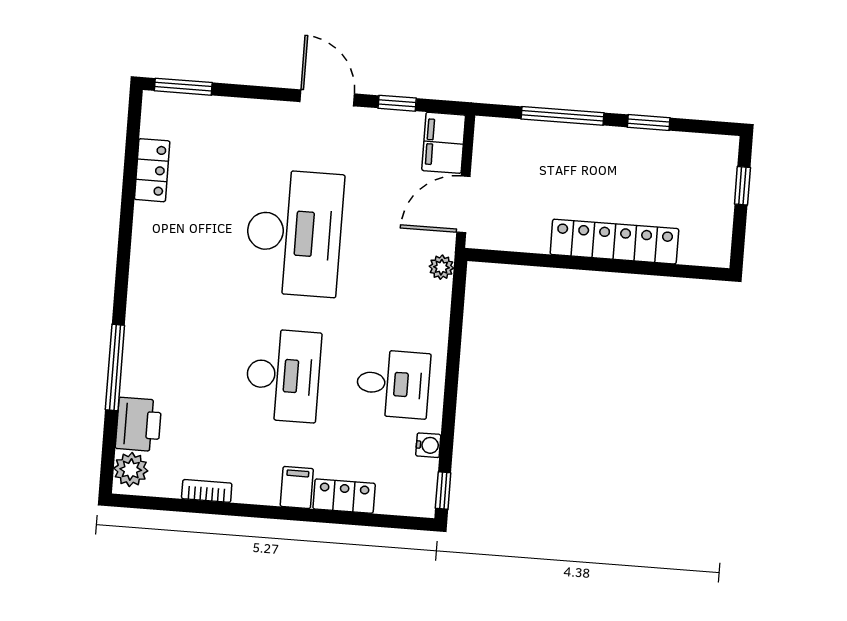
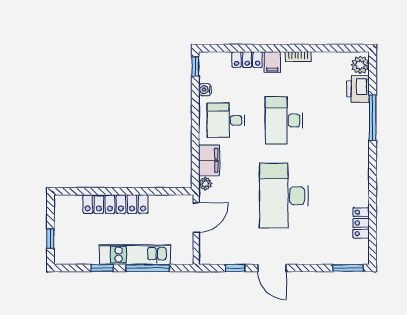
filing cabinet: (444, 143) -> (209, 160), moved
kitchen unit: (585, 143) -> (135, 255), added
bookcase: (207, 491) -> (298, 57), moved

